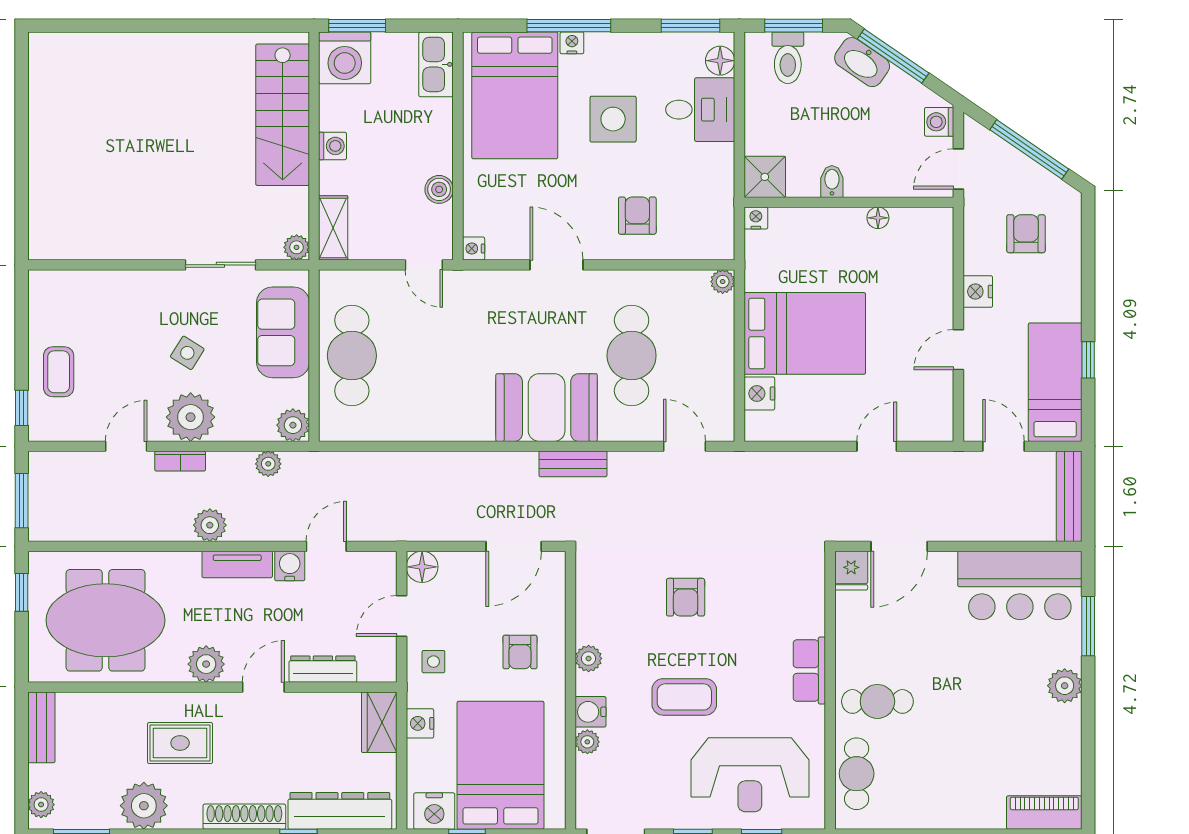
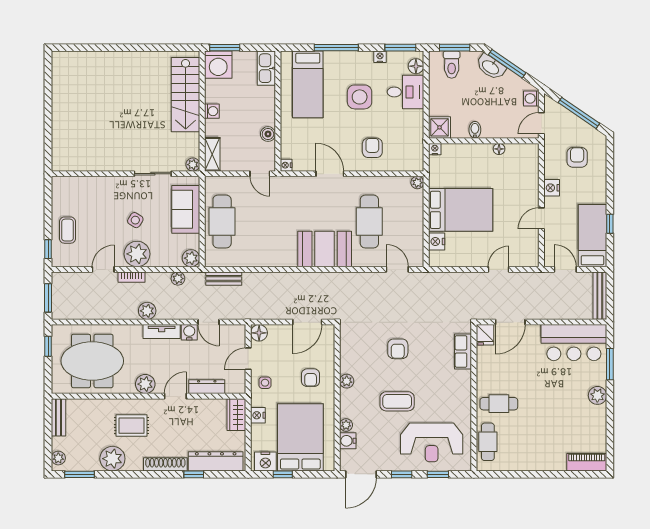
nightstand: (572, 43) -> (380, 57), moved
bed: (515, 95) -> (308, 84), width x0.67
bench: (573, 464) -> (224, 279), moved
door: (326, 546) -> (209, 322), swing flipped
row of seats: (809, 671) -> (463, 351), moved
water cooler: (591, 712) -> (348, 441), moved

